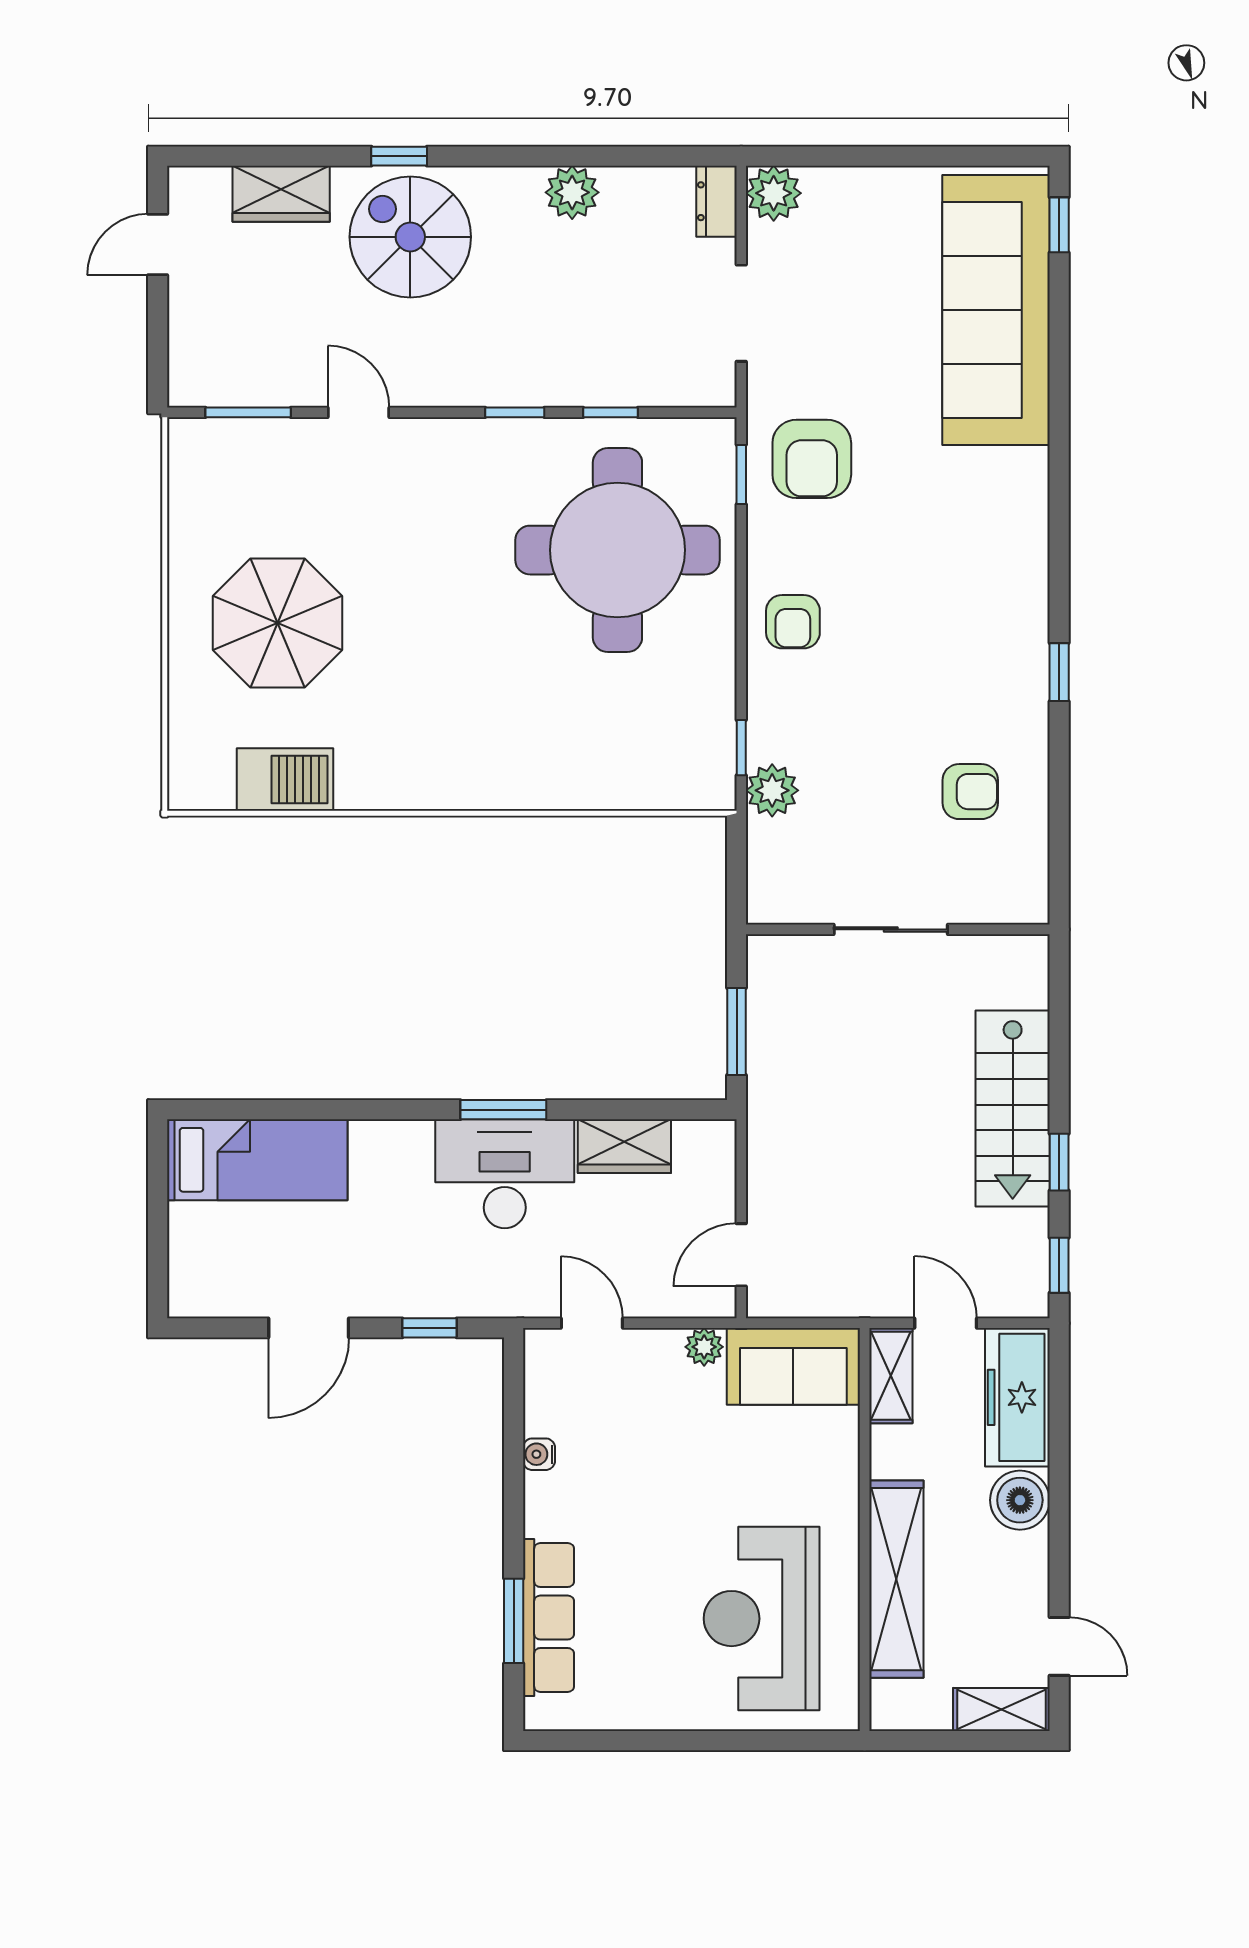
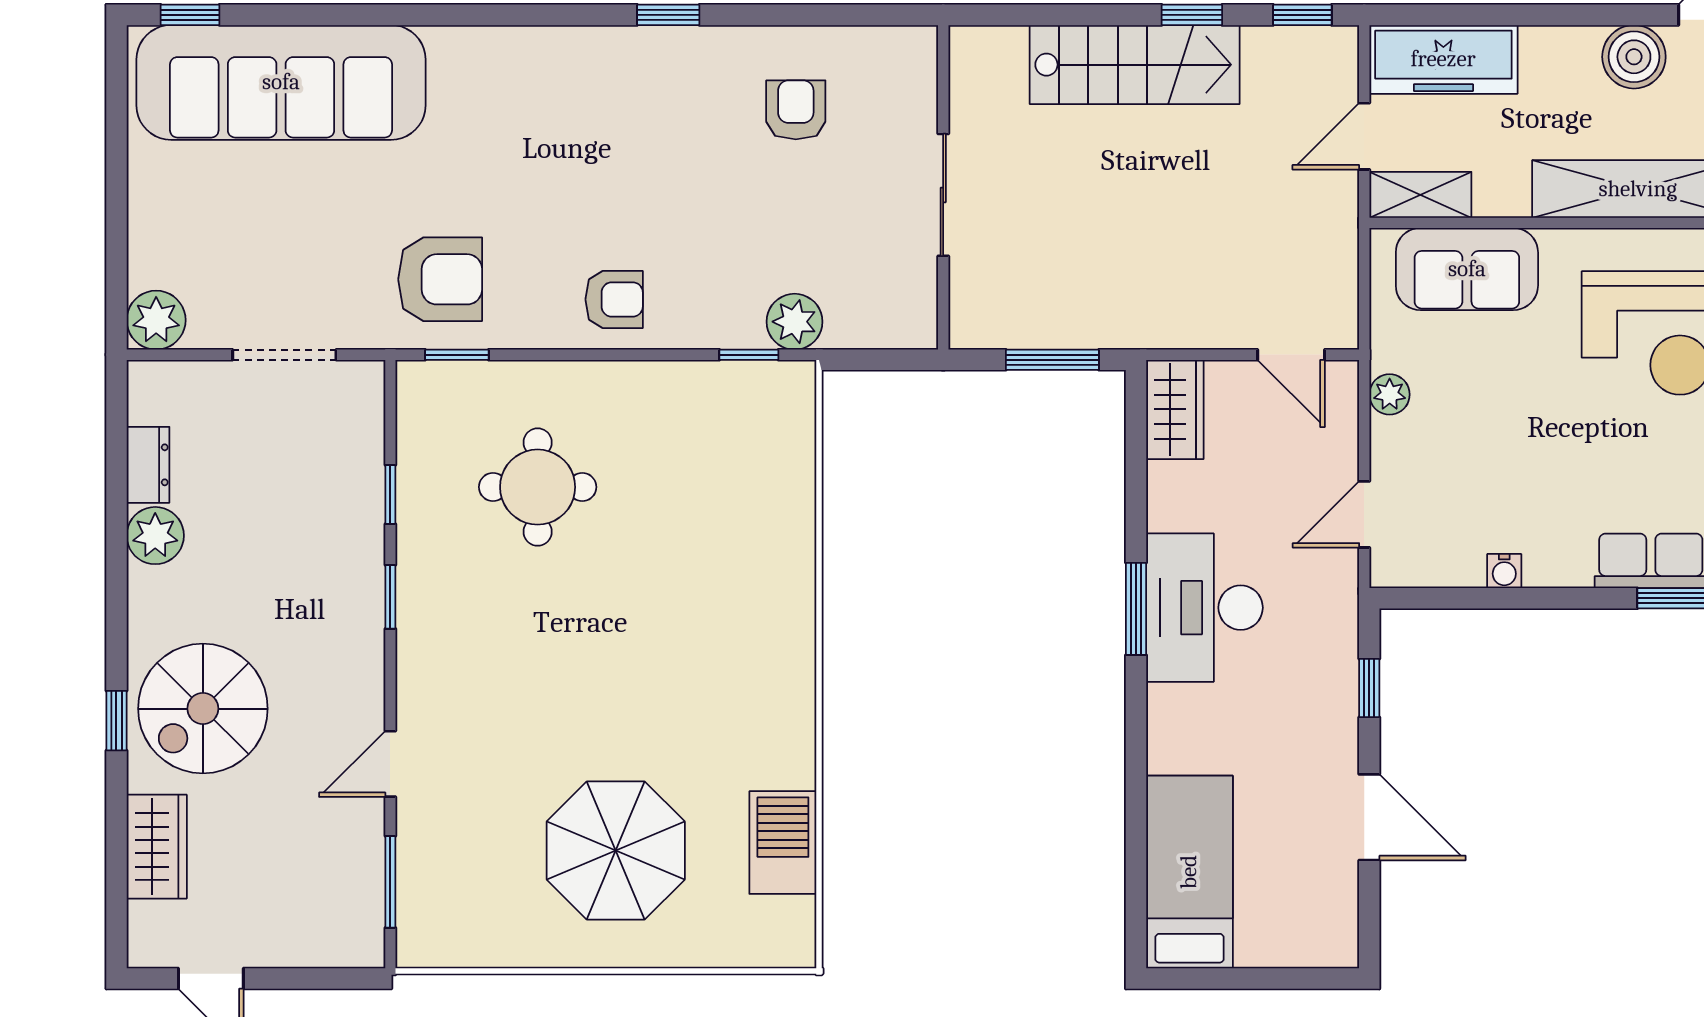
dresser: (716, 201) -> (148, 465), moved, turned -90
round table: (617, 550) -> (538, 487), width x0.54, depth x0.54
wardrobe: (624, 1146) -> (1175, 409), moved
sofa: (793, 1366) -> (1467, 269), moved, turned 90
boiler: (1020, 1500) -> (1634, 57), moved

